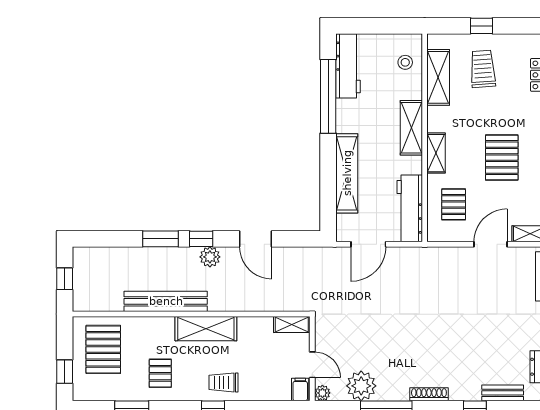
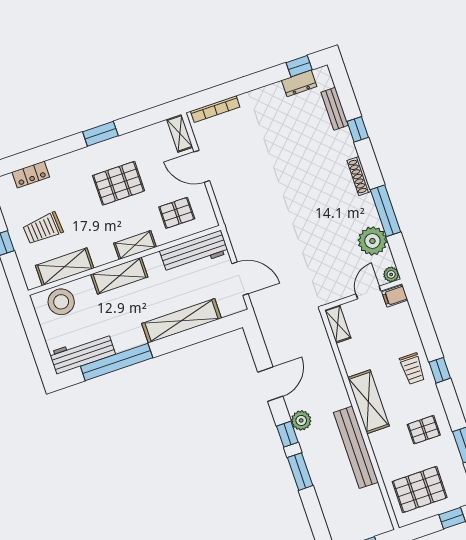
stool: (405, 62) -> (61, 302), width x1.89, depth x1.89

